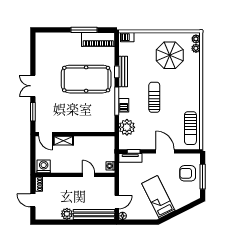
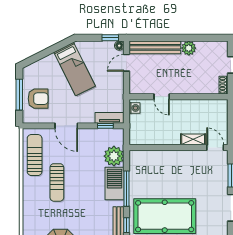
sun lounger: (154, 97) -> (57, 182), moved
barbecue: (124, 105) -> (115, 184), width x1.88, depth x1.53
washing machine: (44, 166) -> (218, 107), removed
window: (130, 222) -> (110, 38), added

